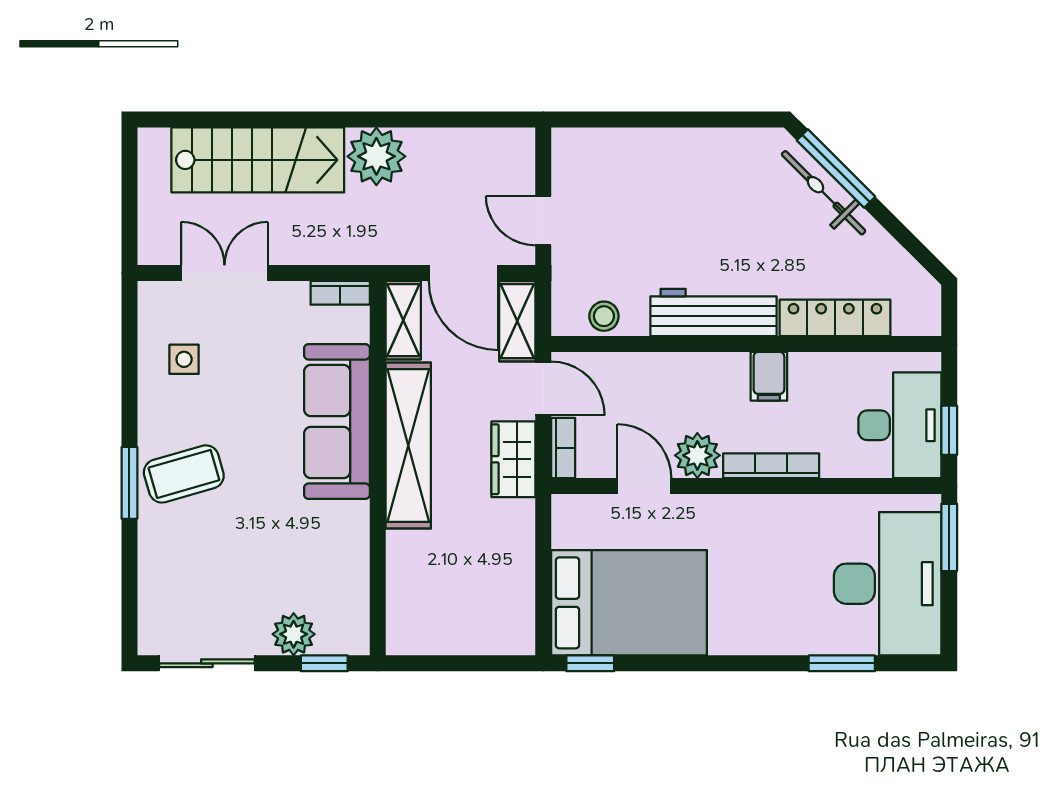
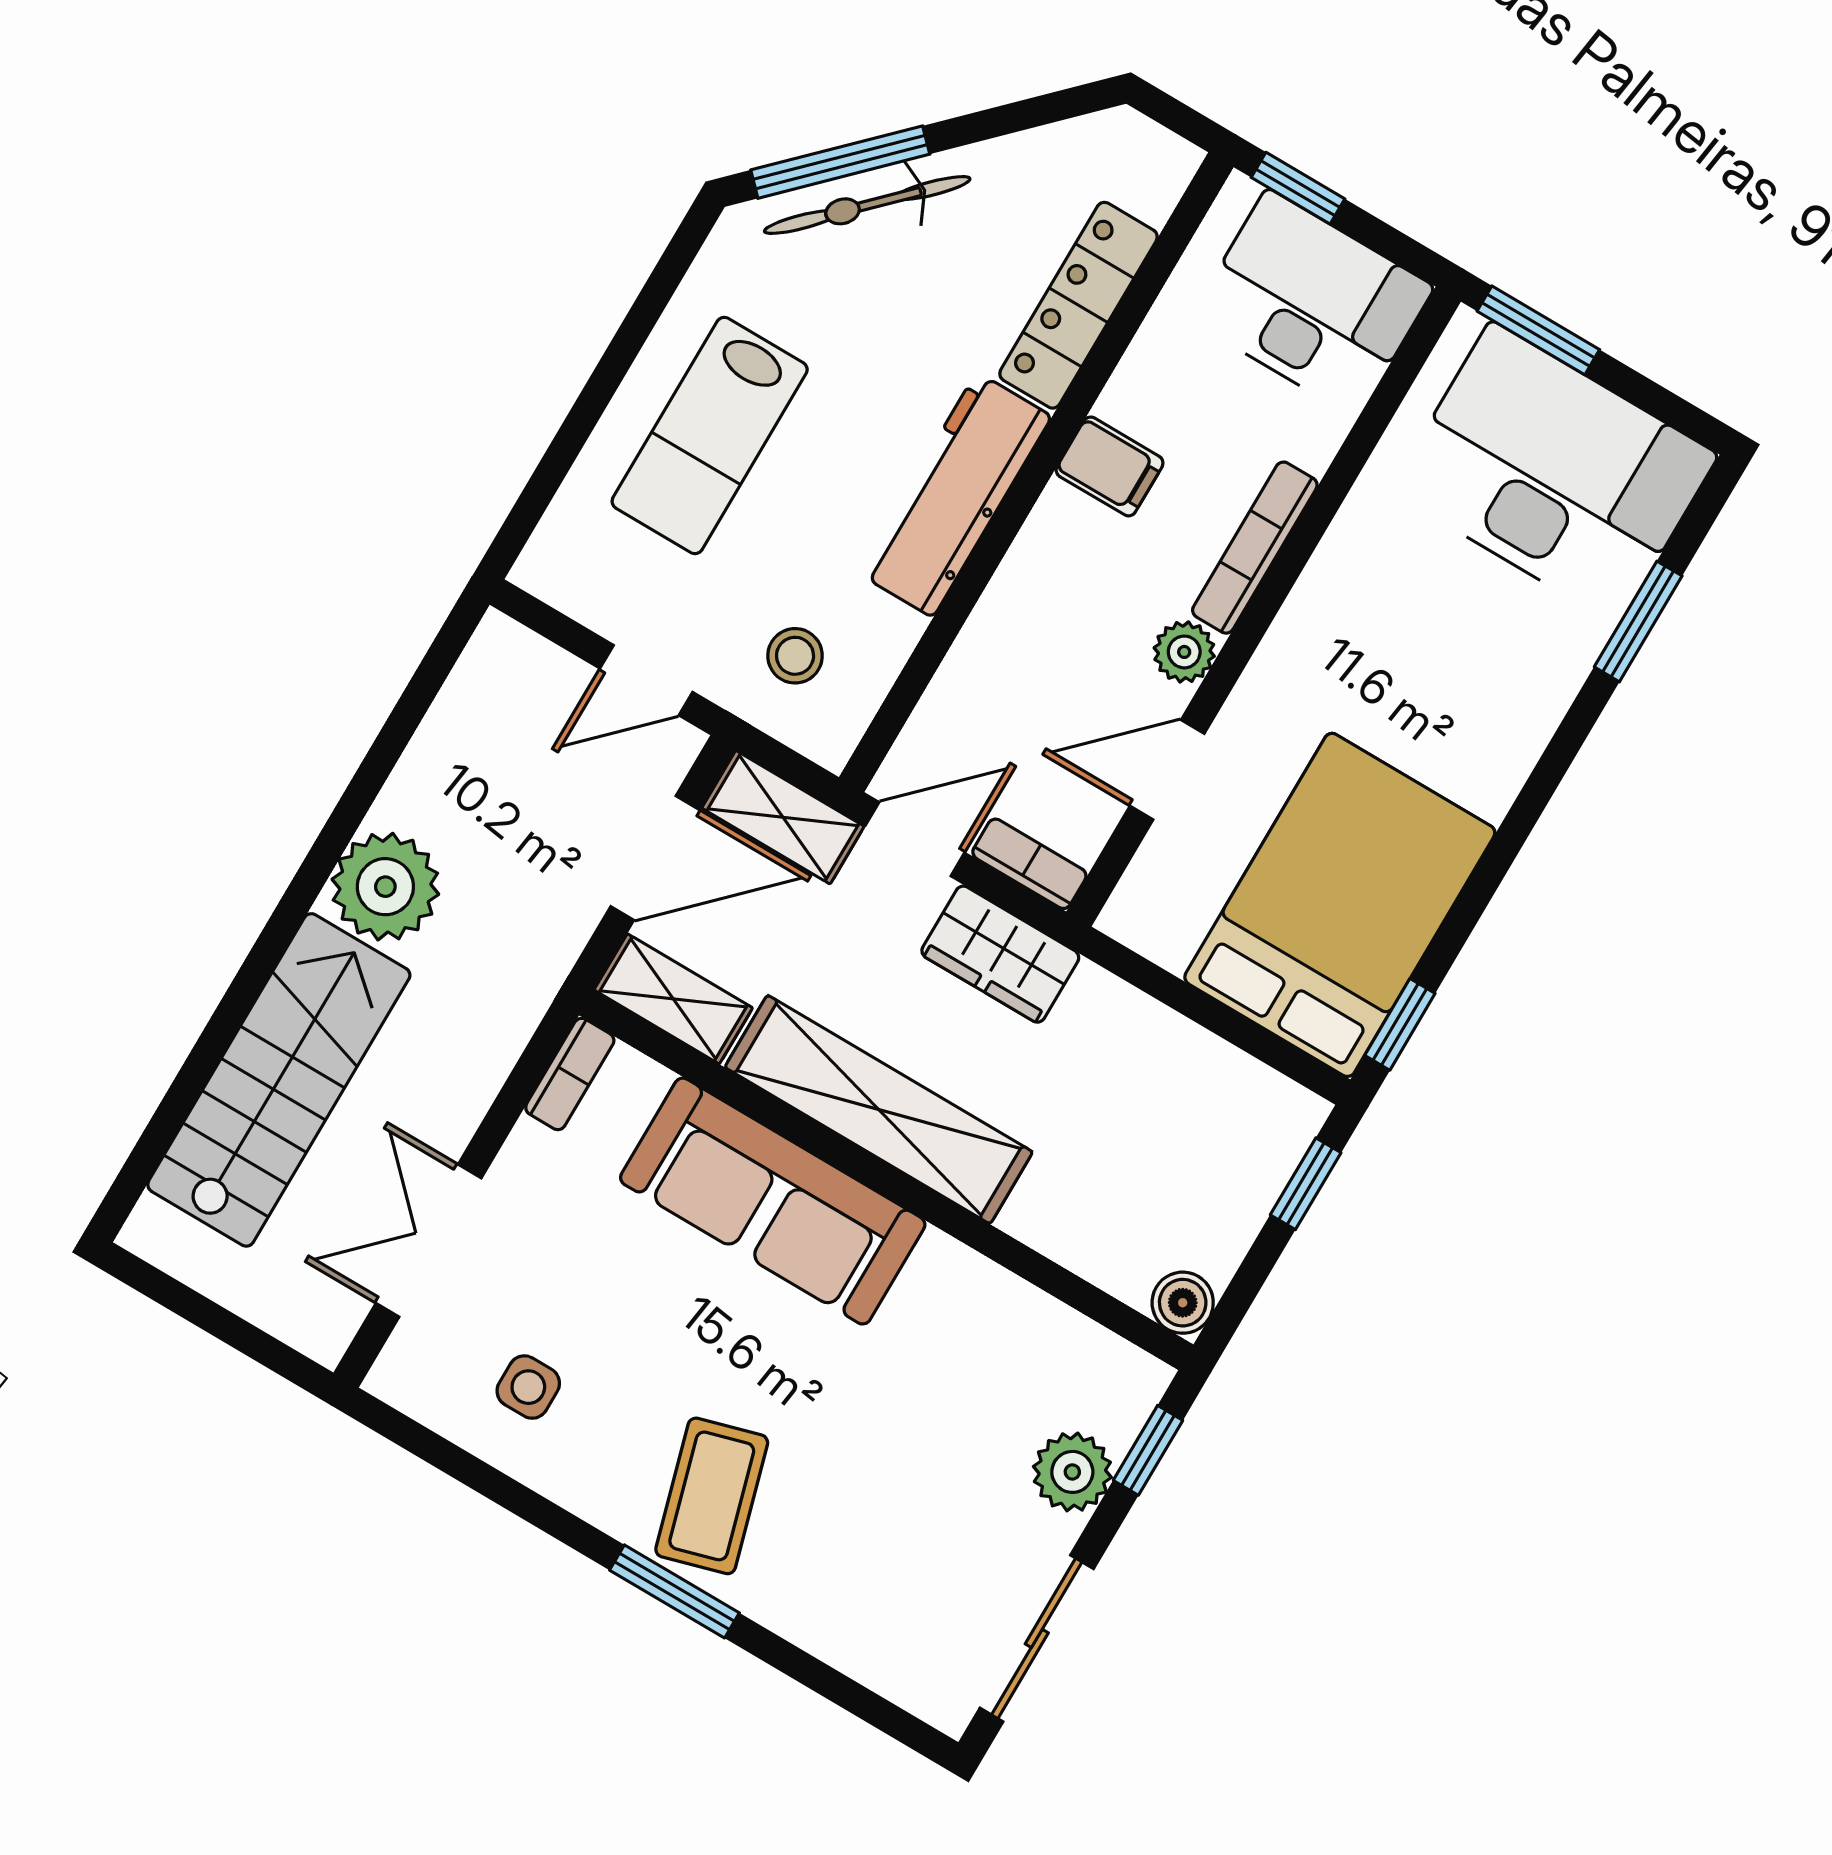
lab bench: (674, 183) -> (710, 435), added
stool: (604, 316) -> (795, 656), moved
window: (949, 430) -> (1298, 188), moved
plant: (697, 455) -> (1184, 652), width x0.73, depth x0.73
boiler: (402, 639) -> (1183, 1303), added
window: (491, 663) -> (1306, 1184), added

